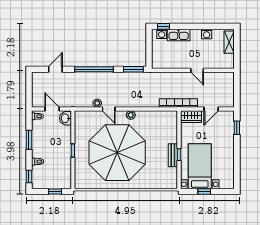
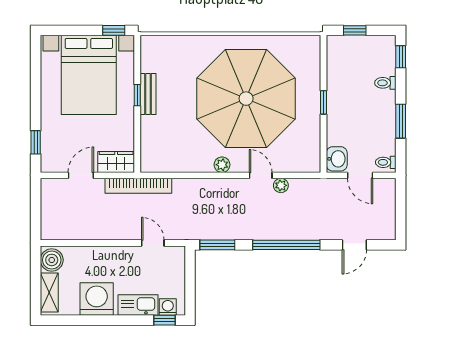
washing machine: (207, 34) -> (97, 299), width x1.89, depth x1.89
boiler: (228, 61) -> (52, 260), added
door: (197, 70) -> (153, 243), moved
bed with nightstands: (200, 166) -> (89, 75), width x1.36
window: (204, 191) -> (114, 30), moved

